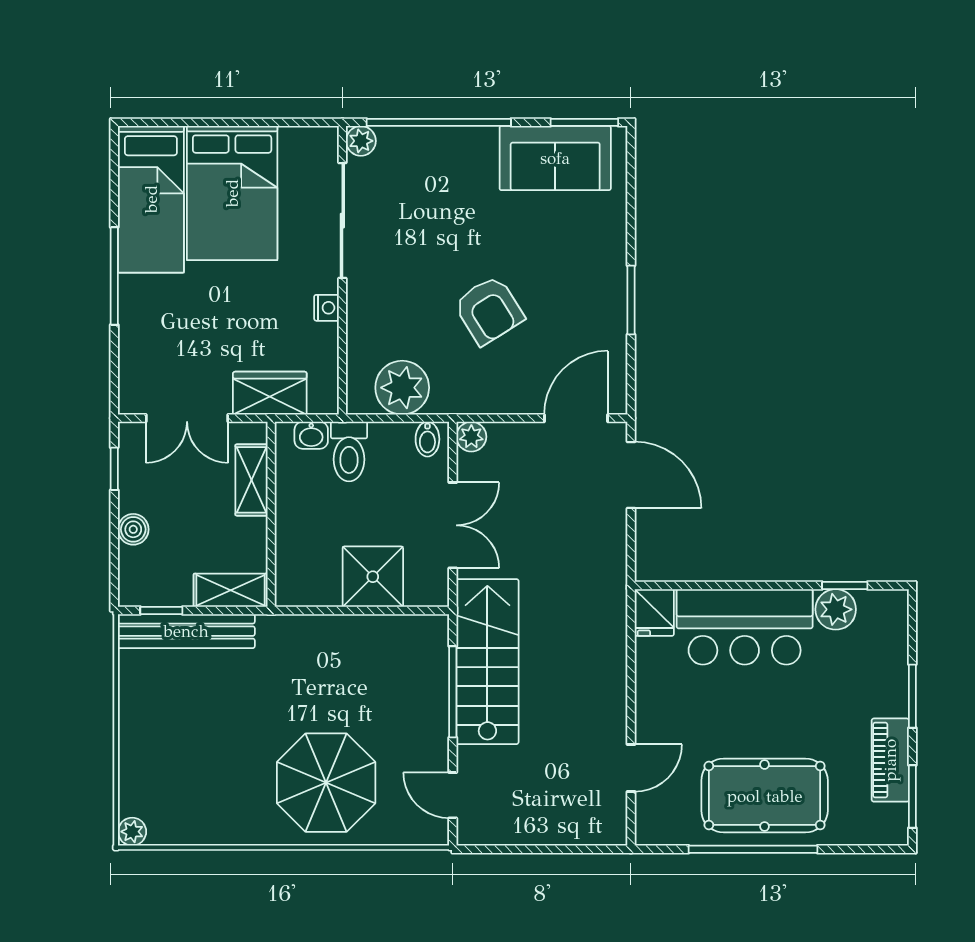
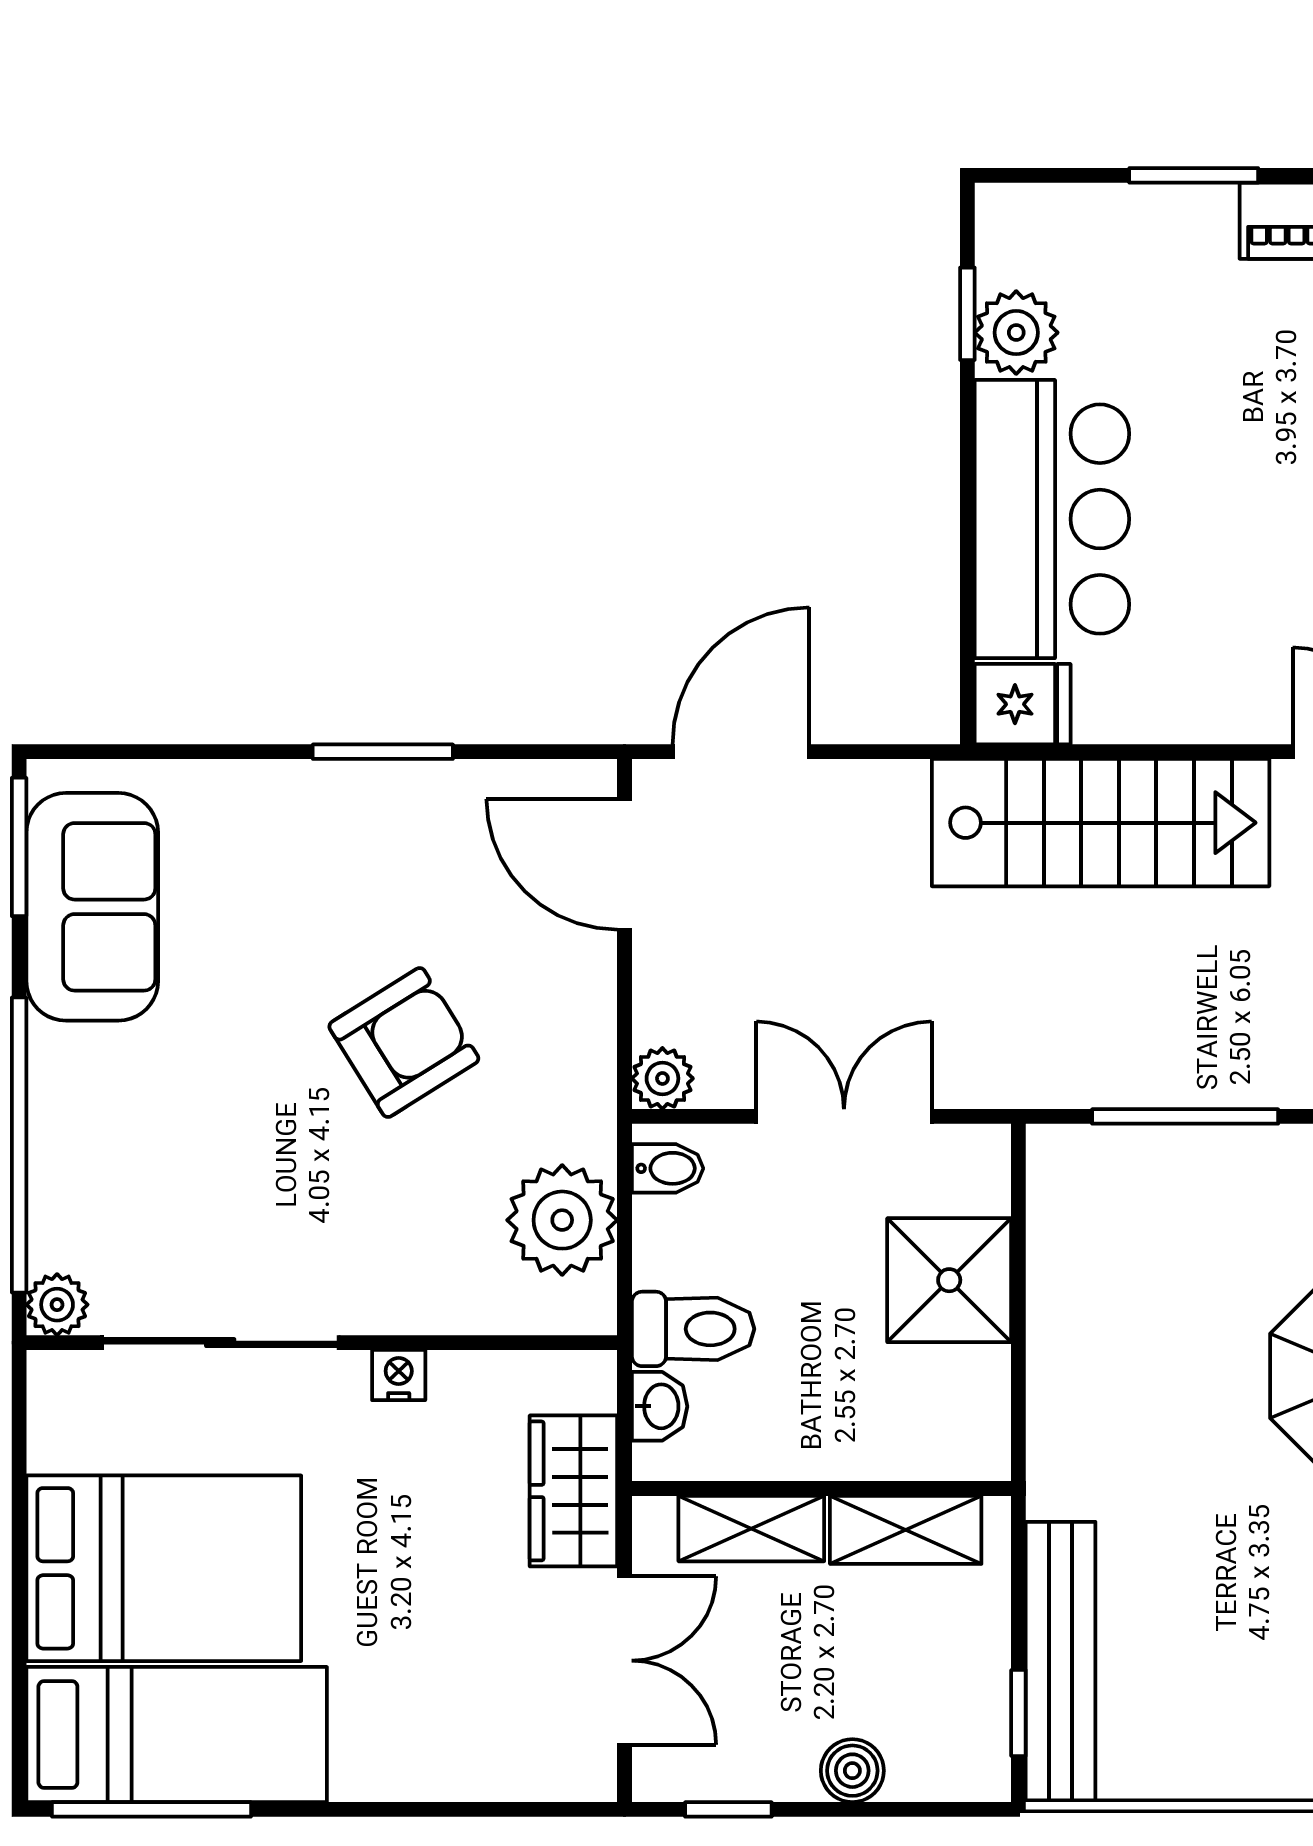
window: (114, 276) -> (152, 1809), moved
shelving: (231, 590) -> (906, 1530), moved, turned 90
stairs: (487, 662) -> (1101, 823), moved, turned 180

